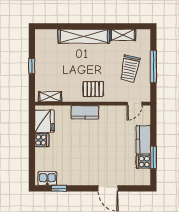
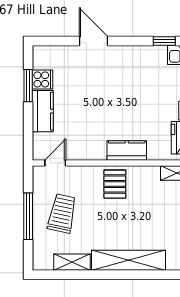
pallet: (93, 89) -> (115, 184), turned 90

